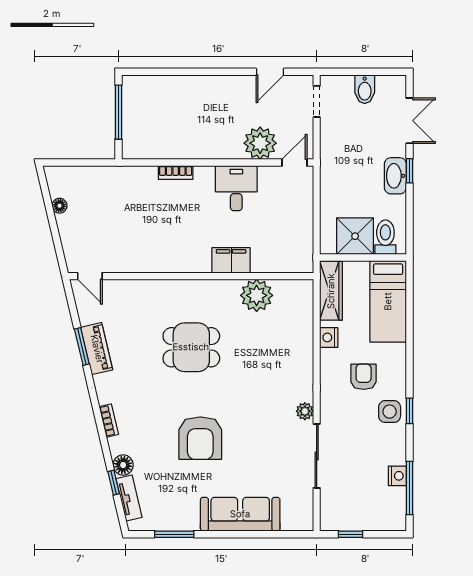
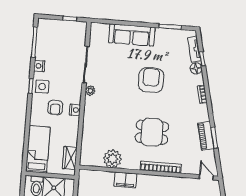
bookcase: (171, 287) -> (161, 167), added
wardrobe: (331, 291) -> (70, 158), width x0.67
nightstand: (329, 337) -> (75, 110), moved
nightstand: (397, 476) -> (39, 66), moved

